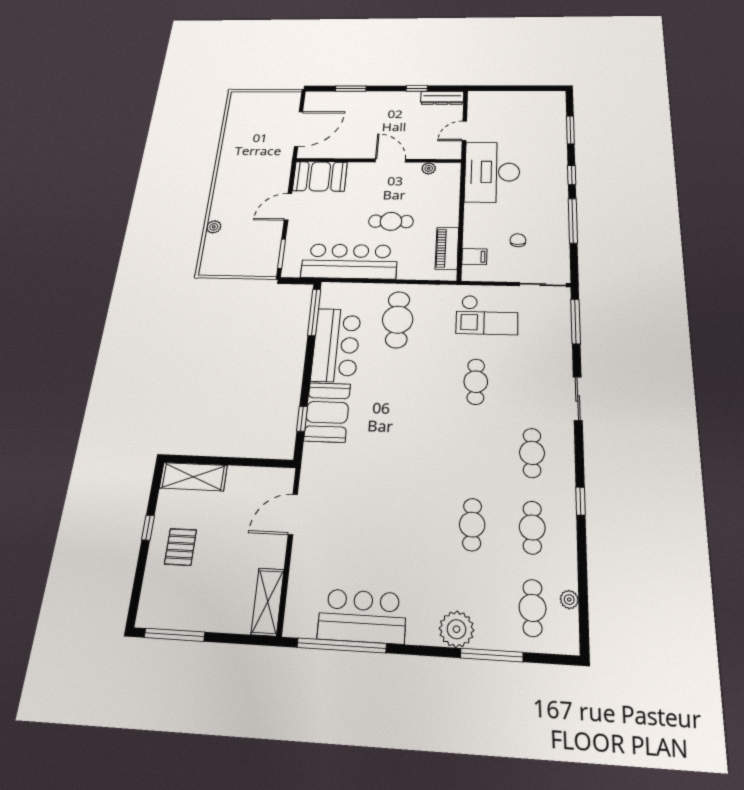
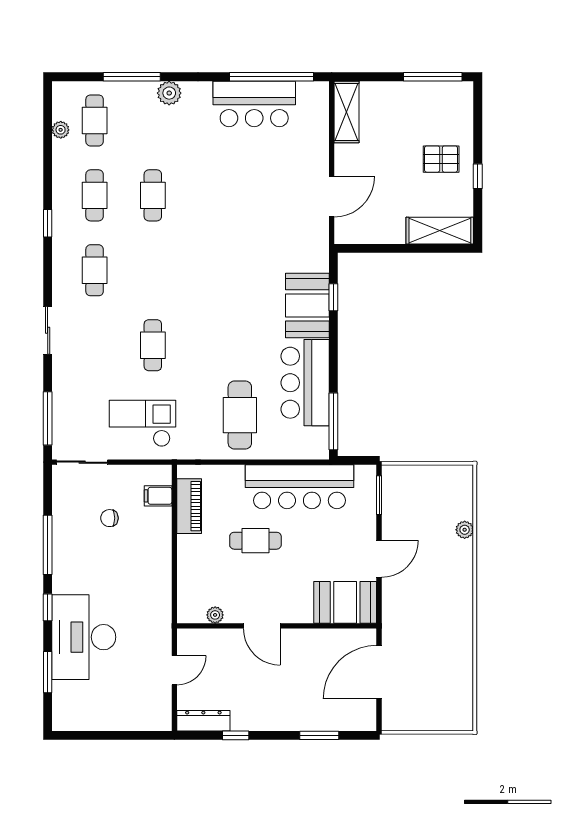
desk: (492, 172) -> (84, 637), moved, turned 180
chair: (518, 240) -> (109, 518), turned 90
pallet: (181, 547) -> (441, 159), turned 90
plant: (457, 629) -> (169, 93), width x0.73, depth x0.73

